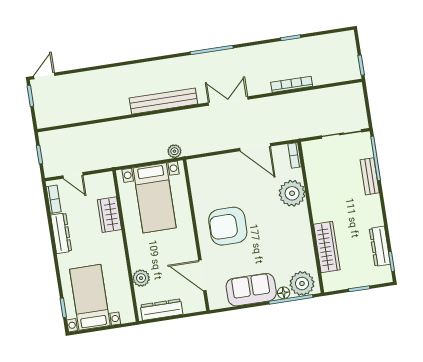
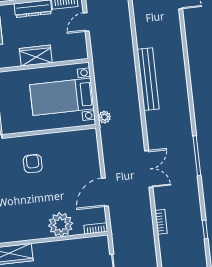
bookcase: (292, 84) -> (161, 222), width x0.64
bench: (163, 101) -> (148, 79), moved
wardrobe: (109, 215) -> (36, 56), moved
armchair: (228, 226) -> (33, 164), width x0.53, depth x0.53

